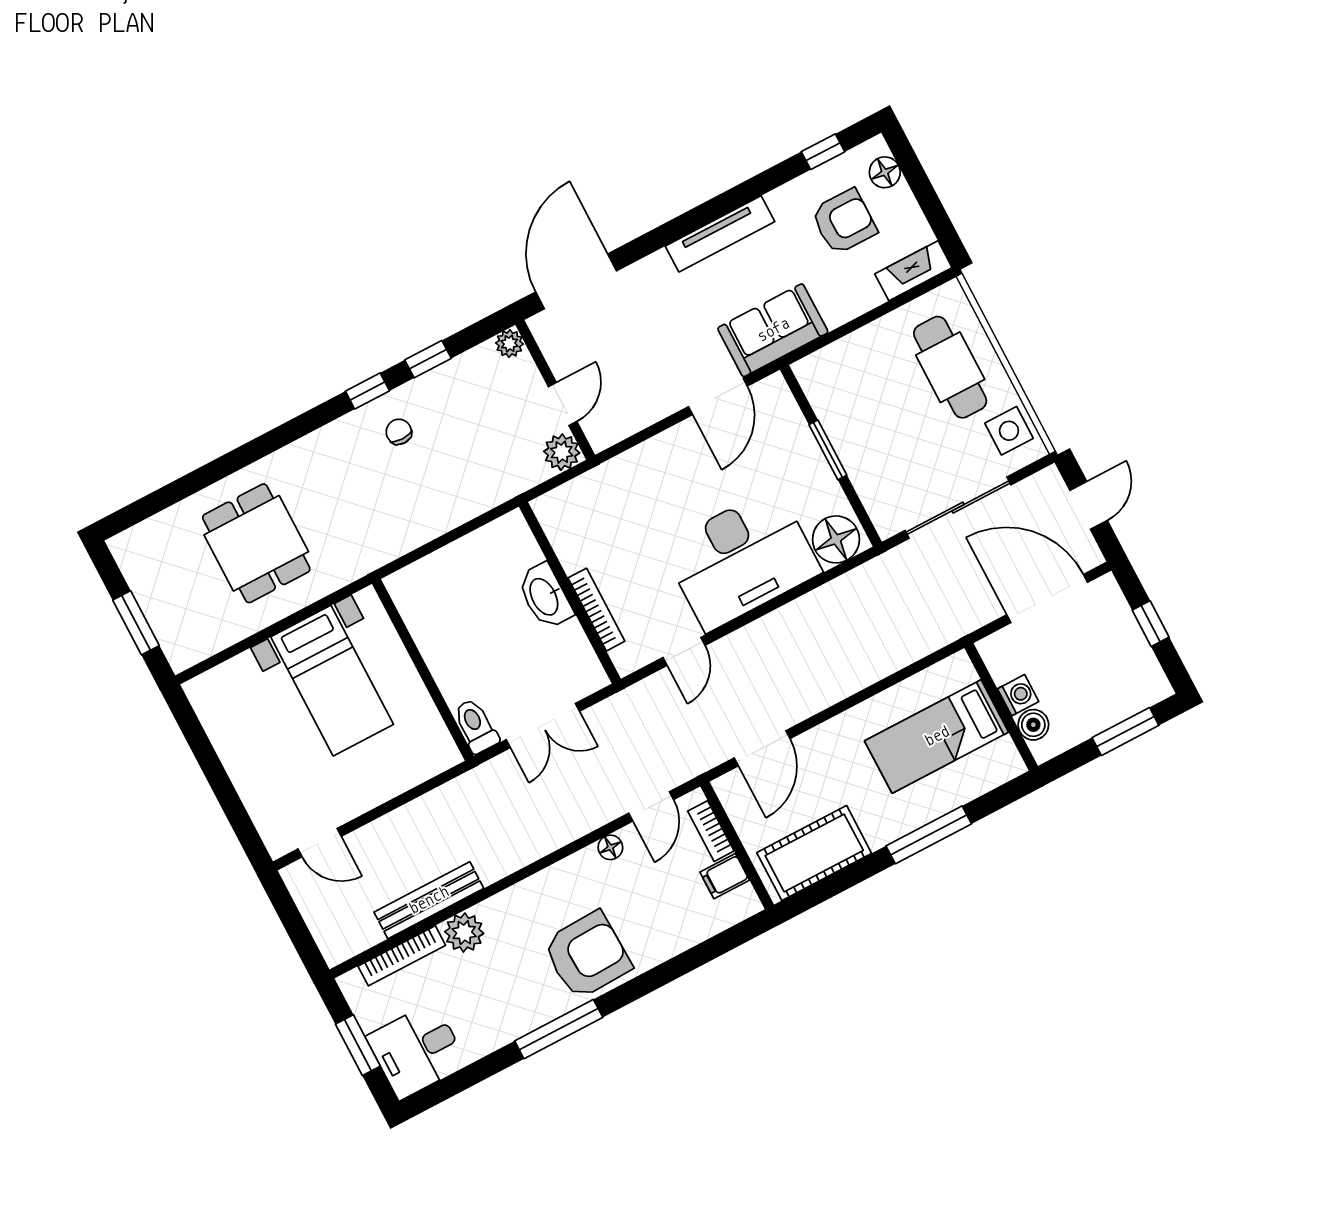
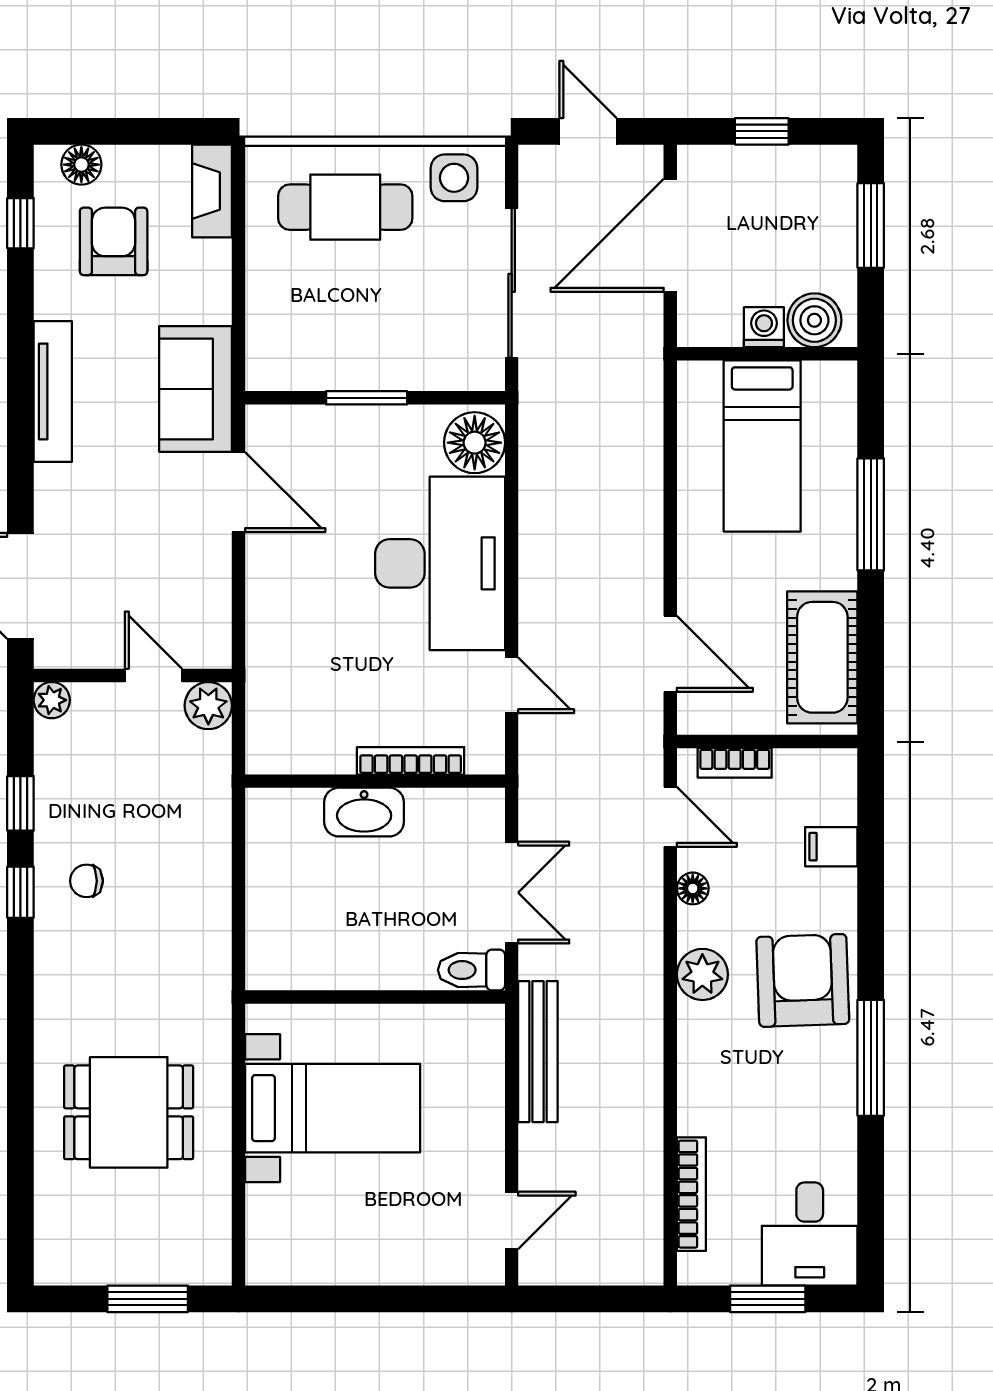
boiler: (1033, 725) -> (814, 320), width x1.36, depth x1.36
filing cabinet: (725, 876) -> (831, 847), moved, turned 90
bench: (429, 900) -> (538, 1052), moved
plant: (464, 933) -> (702, 974), moved

